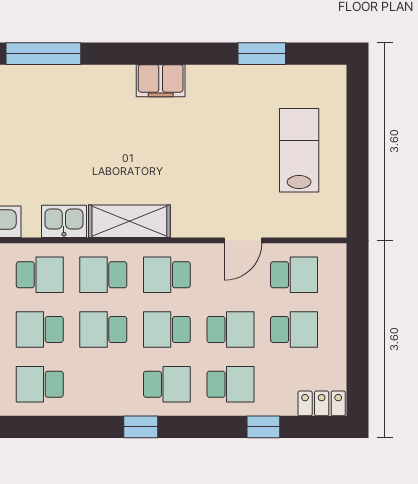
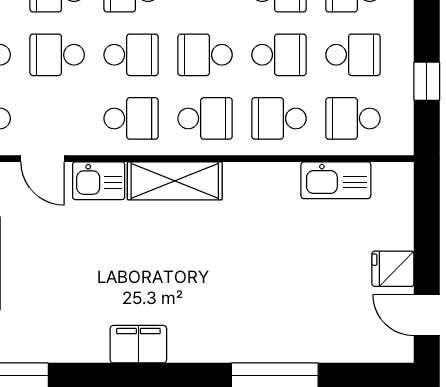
kitchen sink: (64, 221) -> (99, 181), moved
door: (243, 240) -> (43, 159), swing flipped
school desk: (103, 330) -> (205, 55), turned 180

